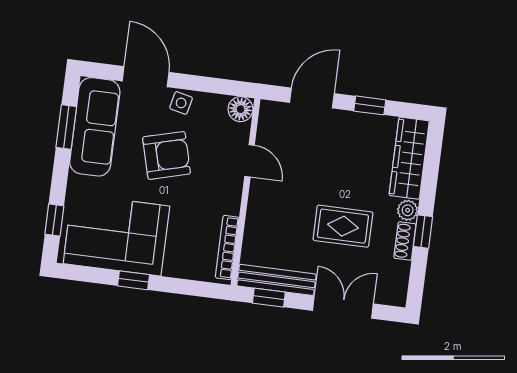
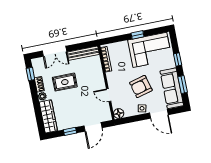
window: (54, 220) -> (178, 59), moved
window: (423, 232) -> (30, 74), moved
window: (269, 298) -> (84, 45), removed

